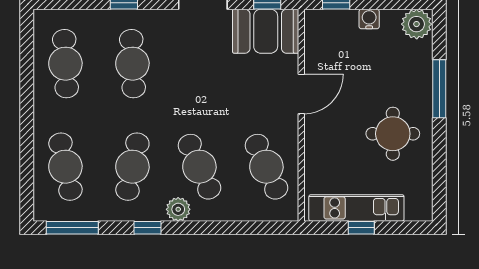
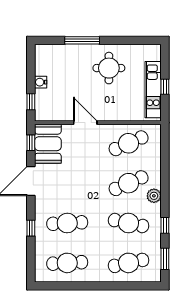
plant: (417, 24) -> (44, 54), removed
window: (72, 228) -> (165, 259), width x0.69
window: (148, 228) -> (165, 225), moved

